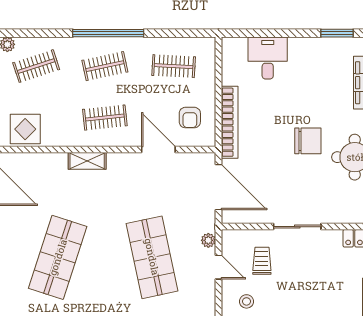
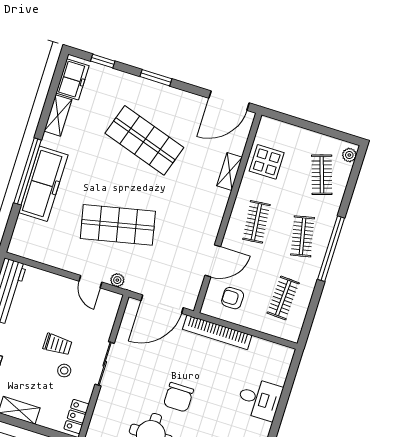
desk: (268, 58) -> (259, 399), moved
display table: (25, 129) -> (267, 162), moved
shelving: (87, 161) -> (230, 172), moved
trolley: (262, 261) -> (58, 344), moved
door: (218, 267) -> (90, 282), hinge flipped
stool: (247, 301) -> (64, 371), moved

